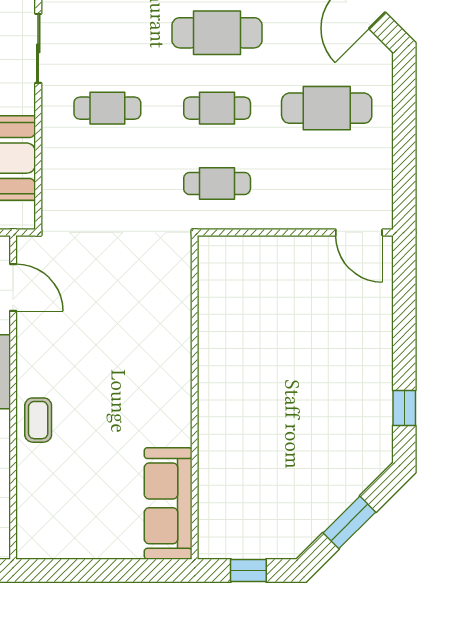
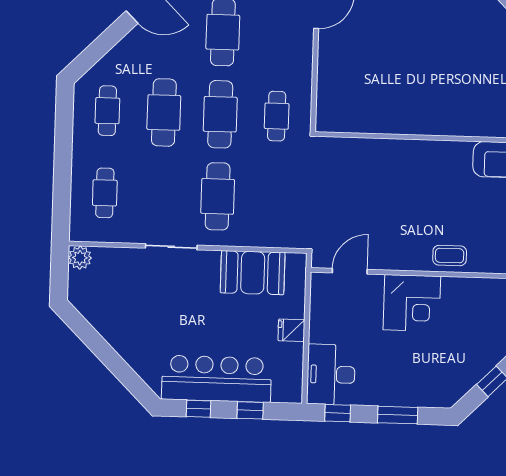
cafe table: (107, 108) -> (218, 196), width x1.37, depth x1.35
cafe table: (217, 108) -> (220, 114), width x1.37, depth x1.35

